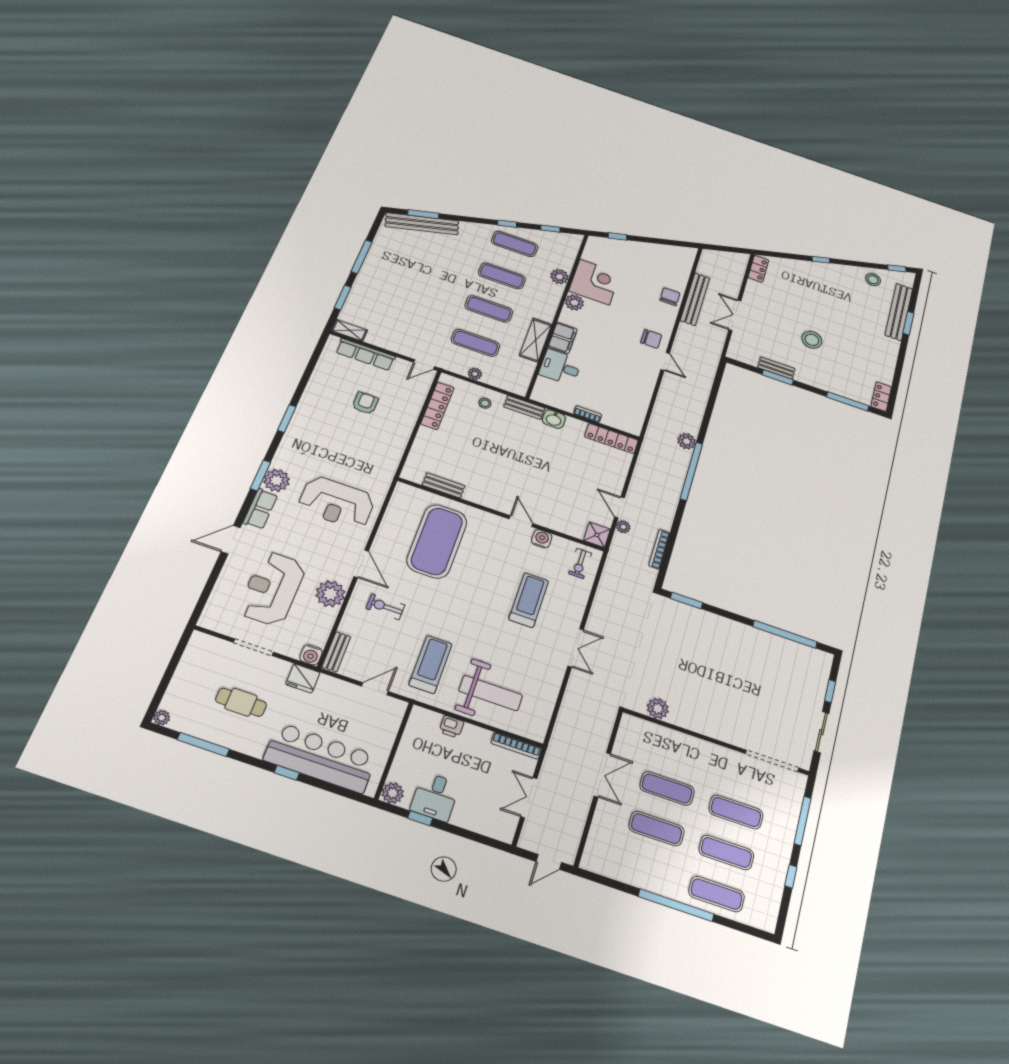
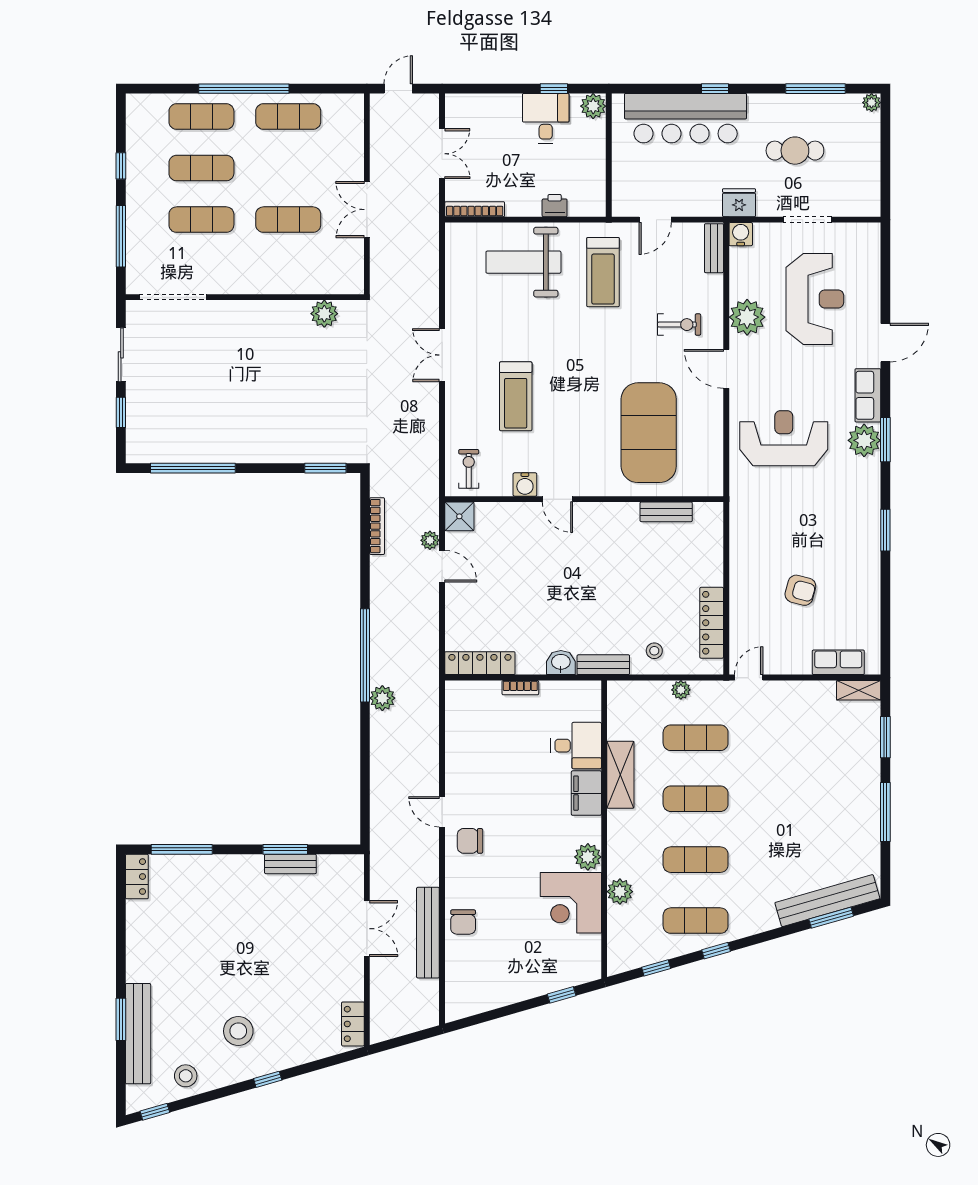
stool: (812, 340) -> (238, 1031), moved
row of seats: (365, 354) -> (838, 662), width x0.68
armchair: (365, 403) -> (800, 590), turned -75
exercise mat: (656, 829) -> (288, 117), moved

